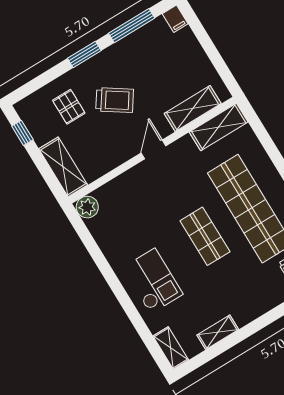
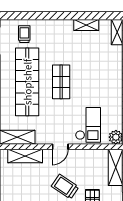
checkout: (153, 281) -> (88, 125), moved, turned 180

